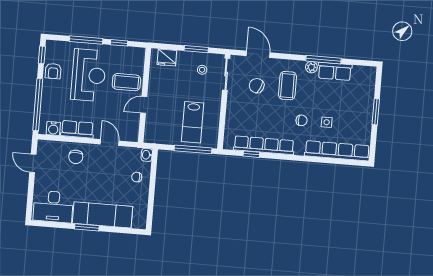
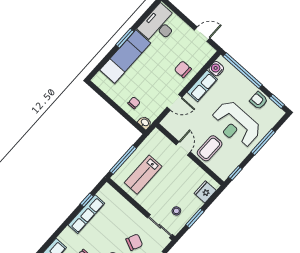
window: (119, 43) -> (235, 173), moved
lab bench: (193, 122) -> (143, 175), turned -90
row of seats: (264, 145) -> (86, 214), width x0.73

